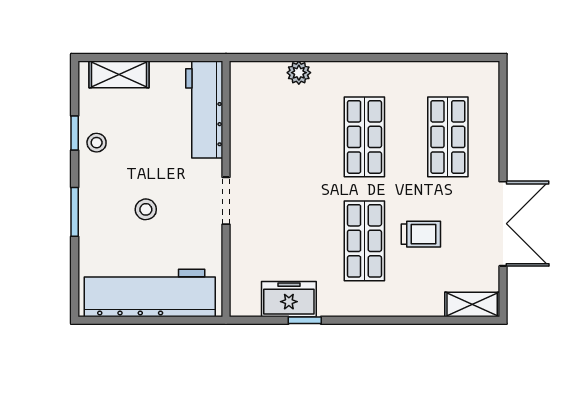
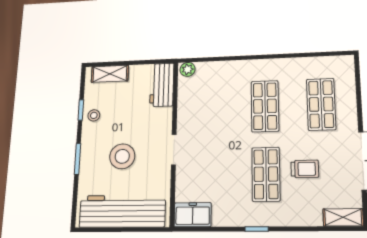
plant: (299, 73) -> (188, 69), moved
workbench: (204, 110) -> (162, 85), width x0.73
stool: (146, 209) -> (122, 156), width x1.89, depth x1.89
freezer: (289, 299) -> (193, 215), moved
window: (305, 320) -> (257, 229), moved

